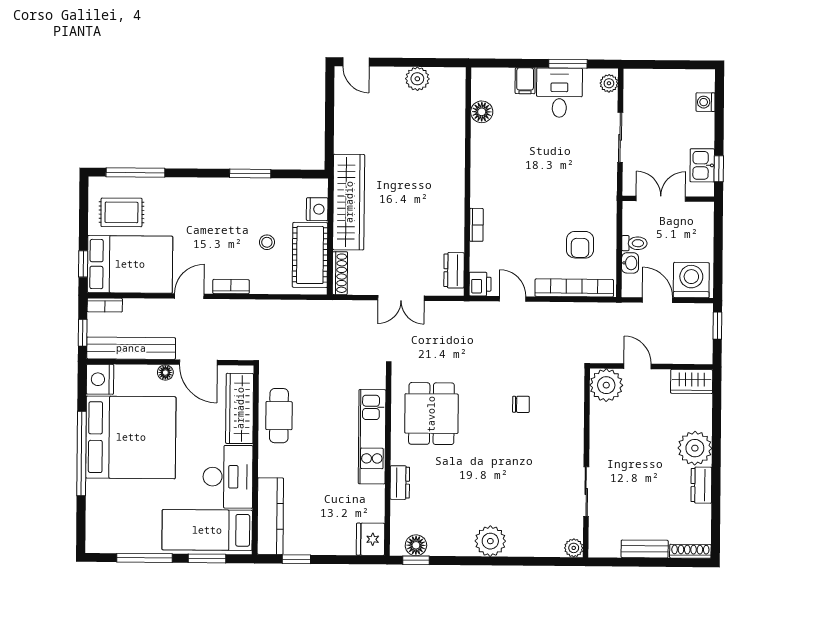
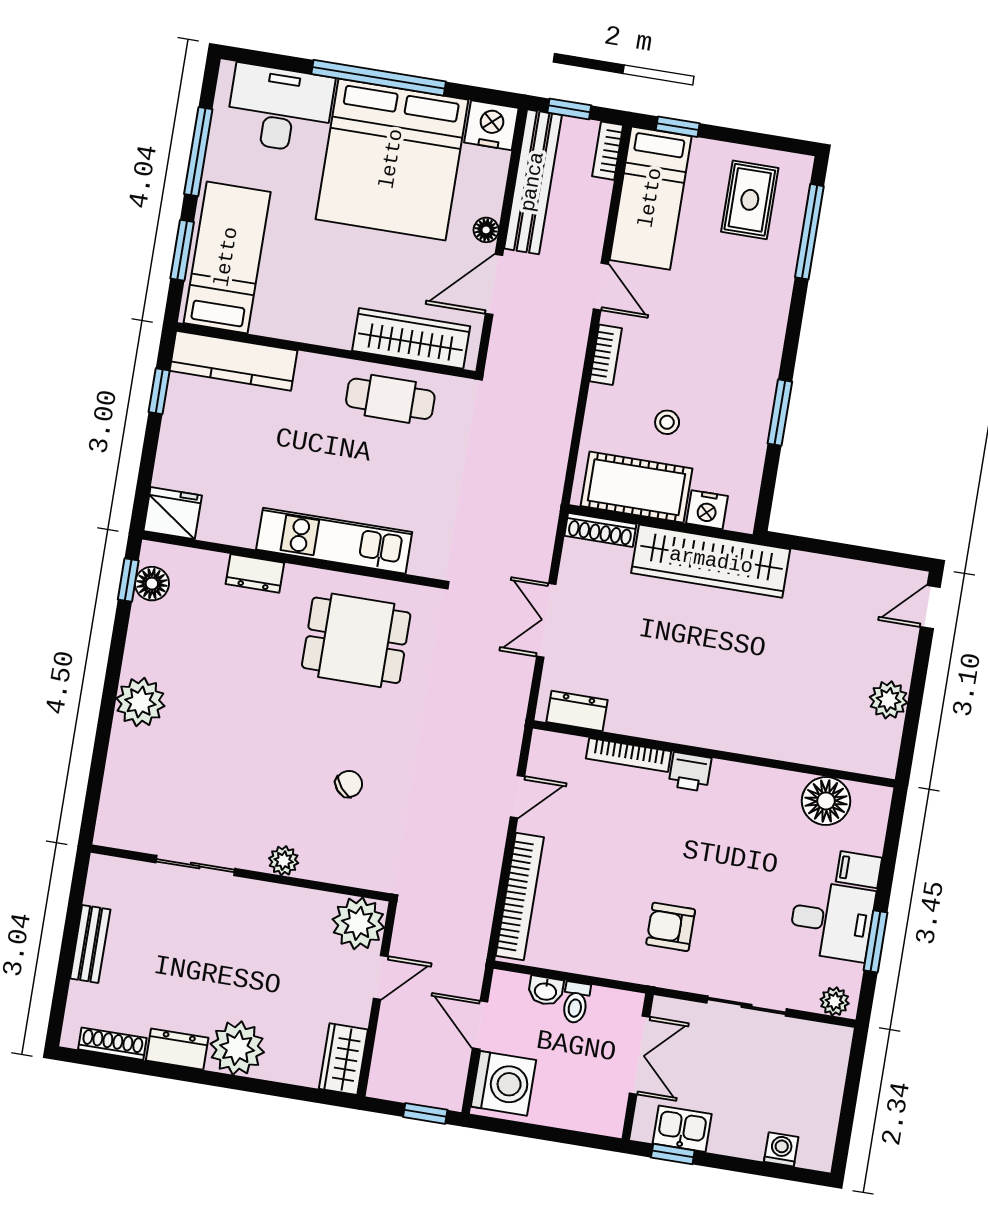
floor lamp: (482, 112) -> (826, 801), width x1.38, depth x1.38
bookcase: (476, 225) -> (629, 755), width x1.56
armchair: (580, 245) -> (671, 927), moved
bed: (130, 264) -> (651, 198), width x0.67
printer: (480, 284) -> (690, 772), moved
door: (658, 300) -> (480, 1025), swing flipped
chair: (521, 404) -> (349, 784), turned -130
desk: (228, 477) -> (280, 109), moved, turned 180
plant: (574, 548) -> (284, 861), moved
shoe rack: (690, 551) -> (112, 1044), moved, turned -90

